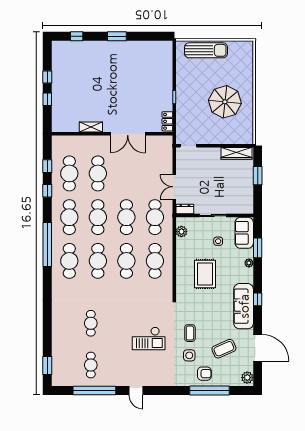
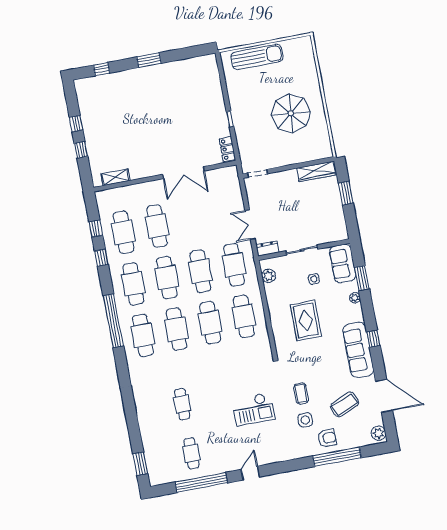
shelving: (91, 127) -> (115, 177), moved
door: (136, 390) -> (250, 473), swing flipped

